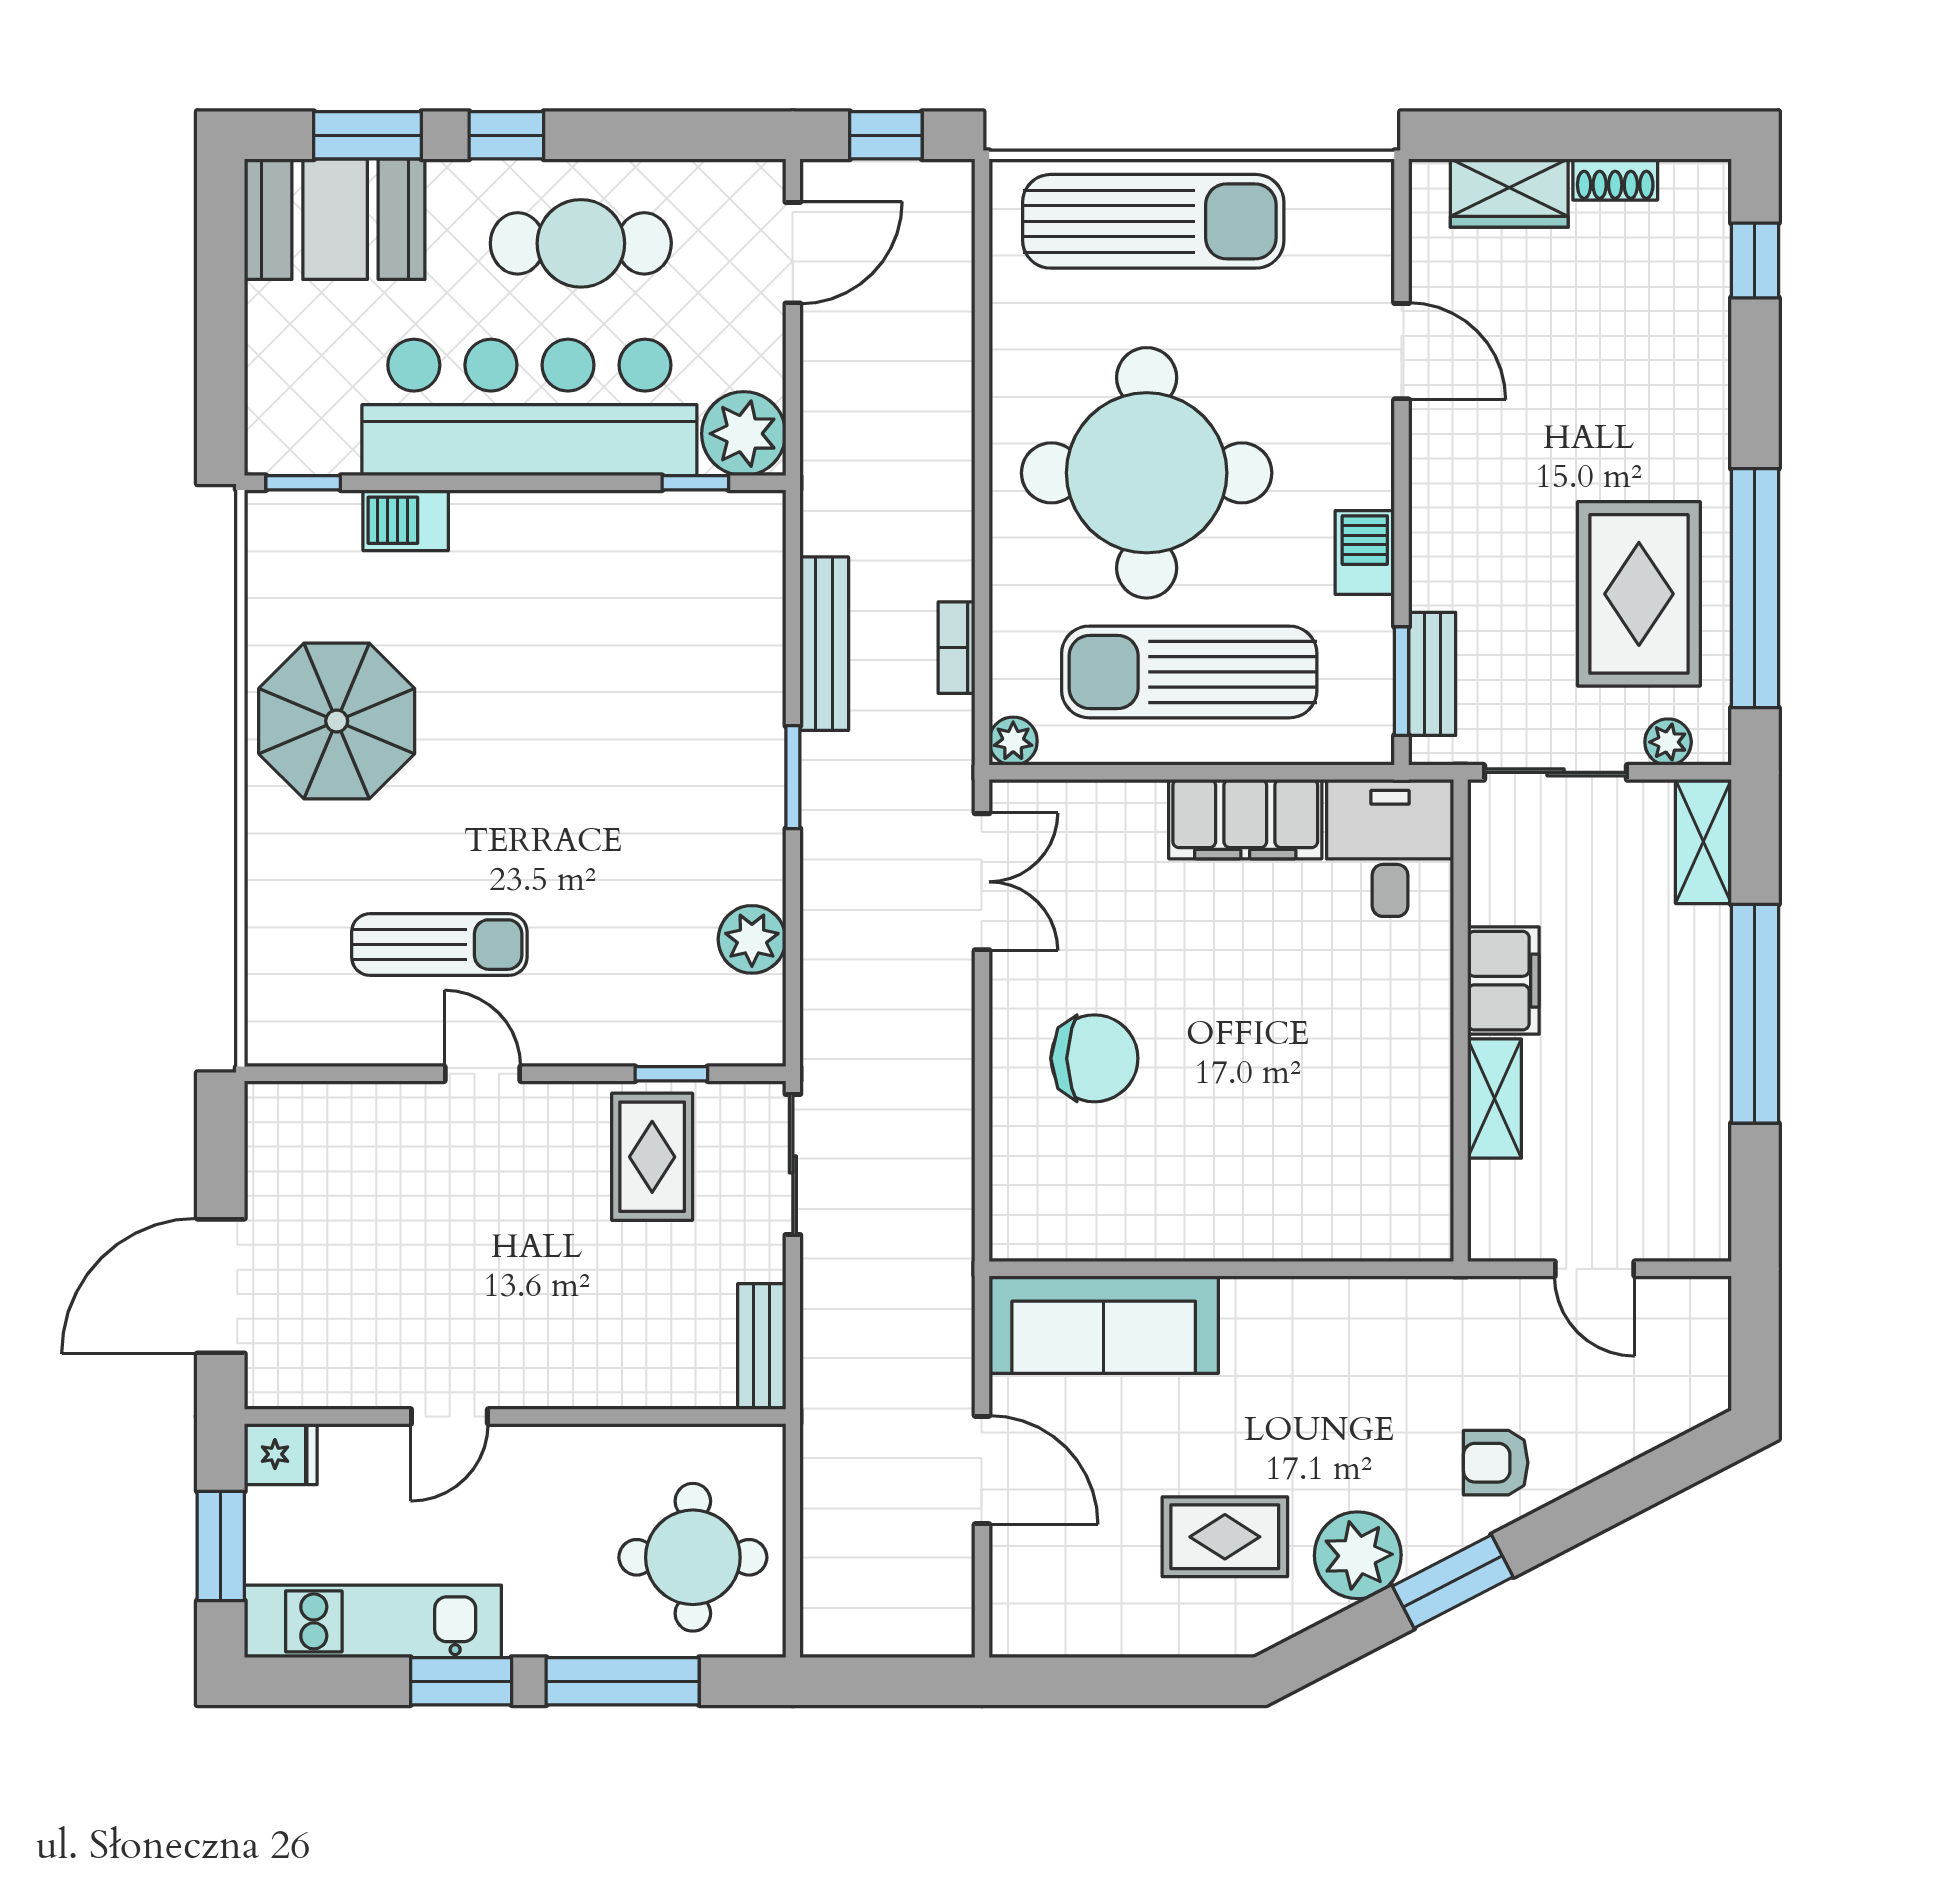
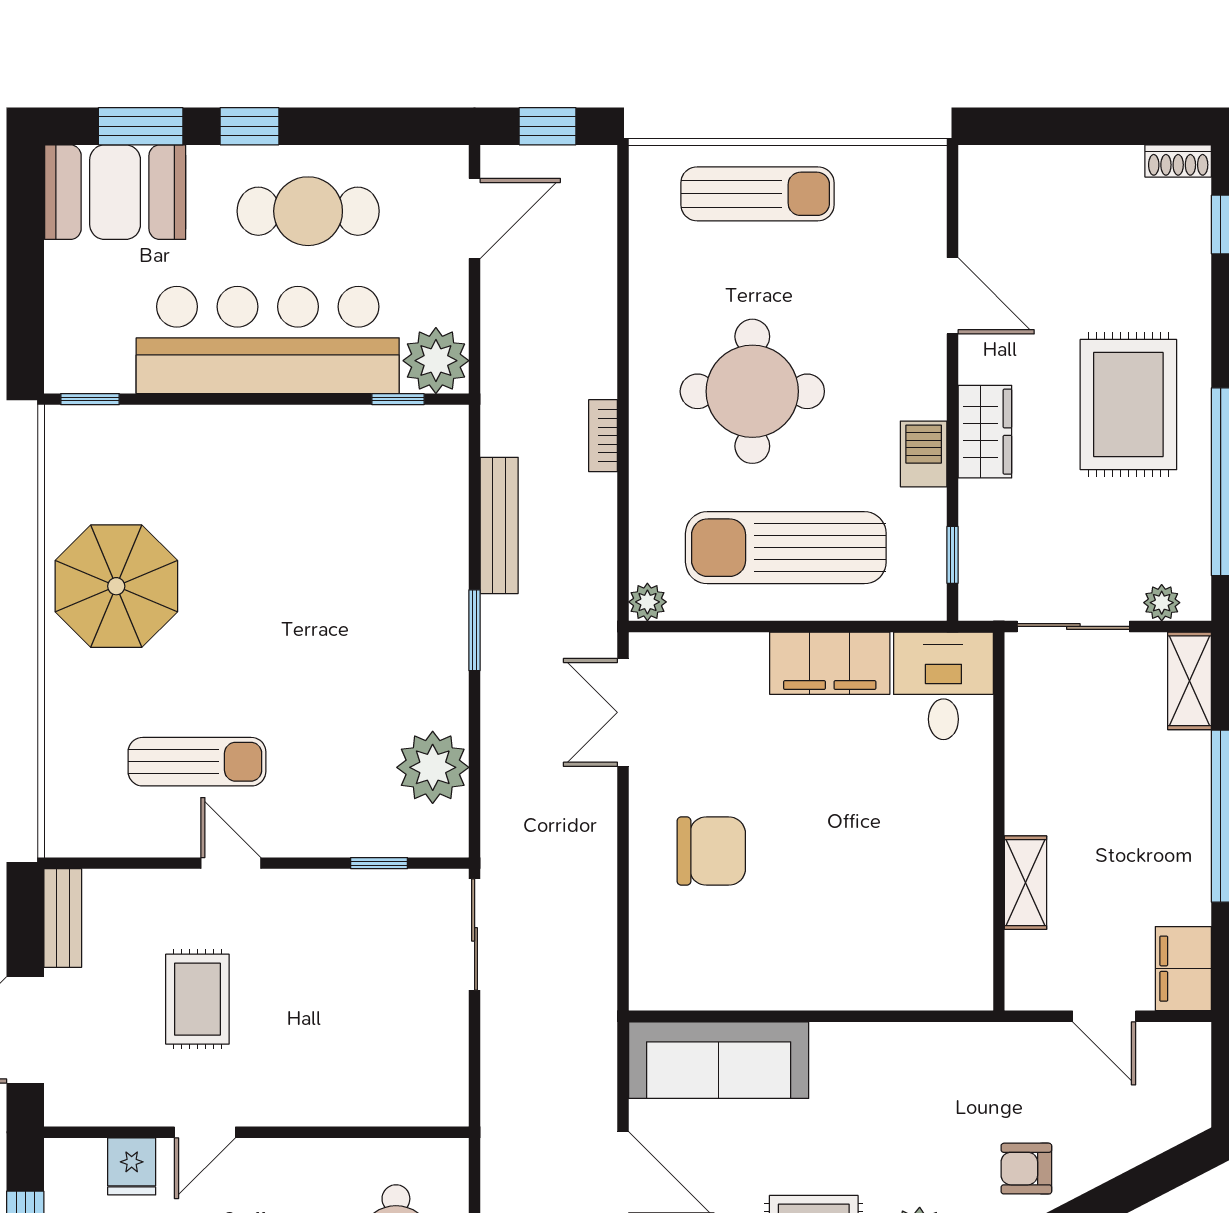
shoe rack: (1615, 179) -> (1178, 161), moved
wardrobe: (1509, 193) -> (985, 432), moved, turned -90
sun lounger: (1153, 221) -> (757, 194), width x0.73, depth x0.75
round table: (1147, 473) -> (752, 391), width x0.73, depth x0.73
barbecue: (406, 520) -> (170, 429), removed
rug: (1639, 594) -> (1128, 405), moved
bookcase: (957, 648) -> (603, 436), moved
bench: (1432, 674) -> (977, 549), removed
window: (1402, 681) -> (952, 555), width x0.67
double door: (982, 882) -> (623, 712), swing flipped
plant: (752, 939) -> (433, 767), width x1.36, depth x1.36
filing cabinet: (1503, 981) -> (1183, 969), moved, turned 180
rug: (652, 1157) -> (197, 999), moved
bench: (762, 1346) -> (63, 918), moved
fridge: (281, 1454) -> (132, 1166), moved, turned 90

